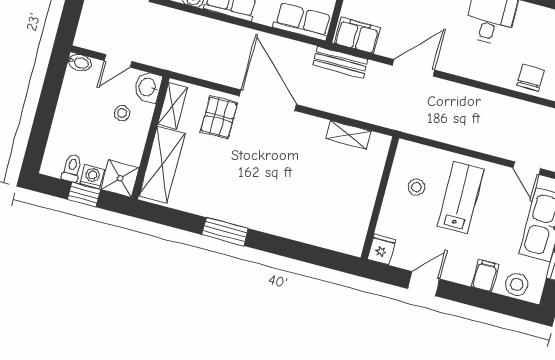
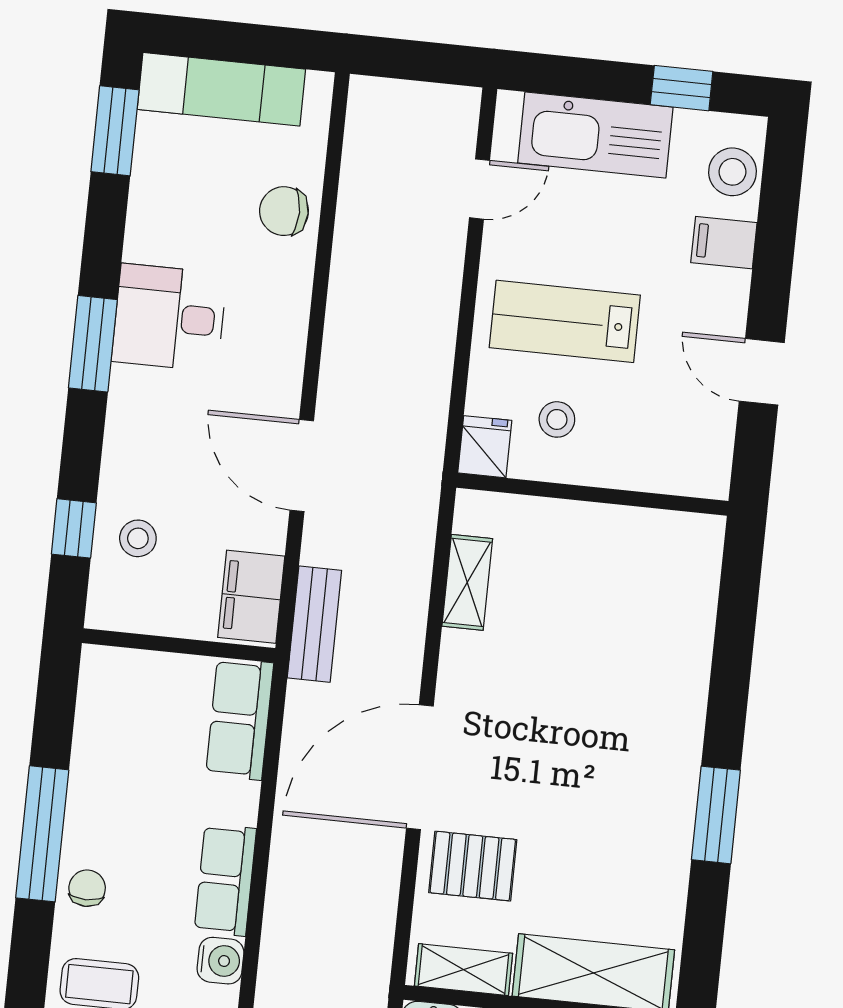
fridge: (381, 249) -> (485, 447), moved, turned 90

